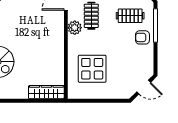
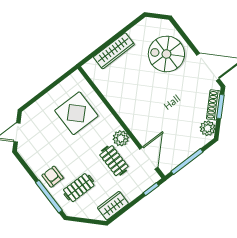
armchair: (142, 37) -> (53, 177), turned -90
wardrobe: (46, 92) -> (114, 51), moved

